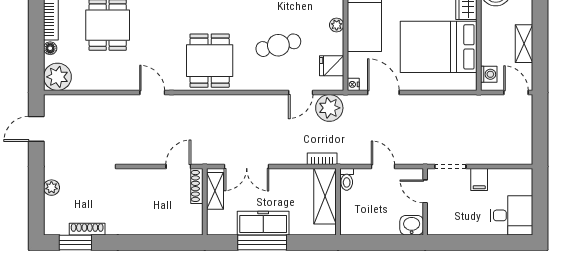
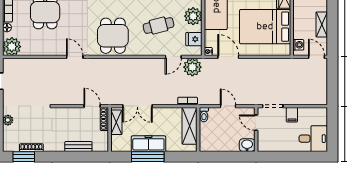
plant: (337, 25) -> (193, 16), width x1.88, depth x1.88
door: (178, 167) -> (92, 106), hinge flipped
bench: (158, 227) -> (78, 147), added

